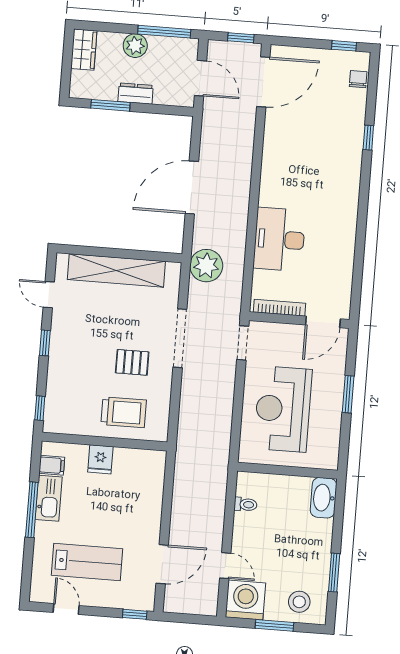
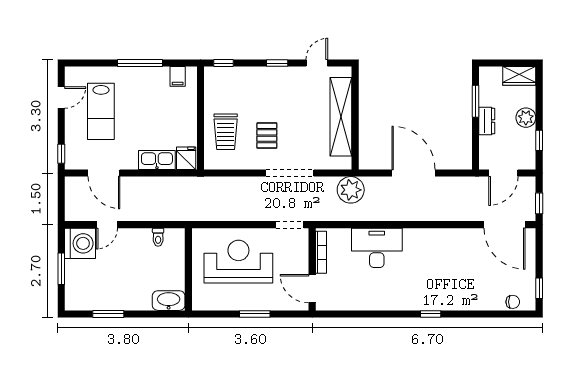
window: (164, 32) -> (539, 140), width x0.46
window: (368, 138) -> (431, 314), moved
fridge: (100, 459) -> (186, 158), moved, turned 90
kitchen sink: (49, 498) -> (157, 160), moved, turned 180
stool: (299, 602) -> (82, 287), removed

